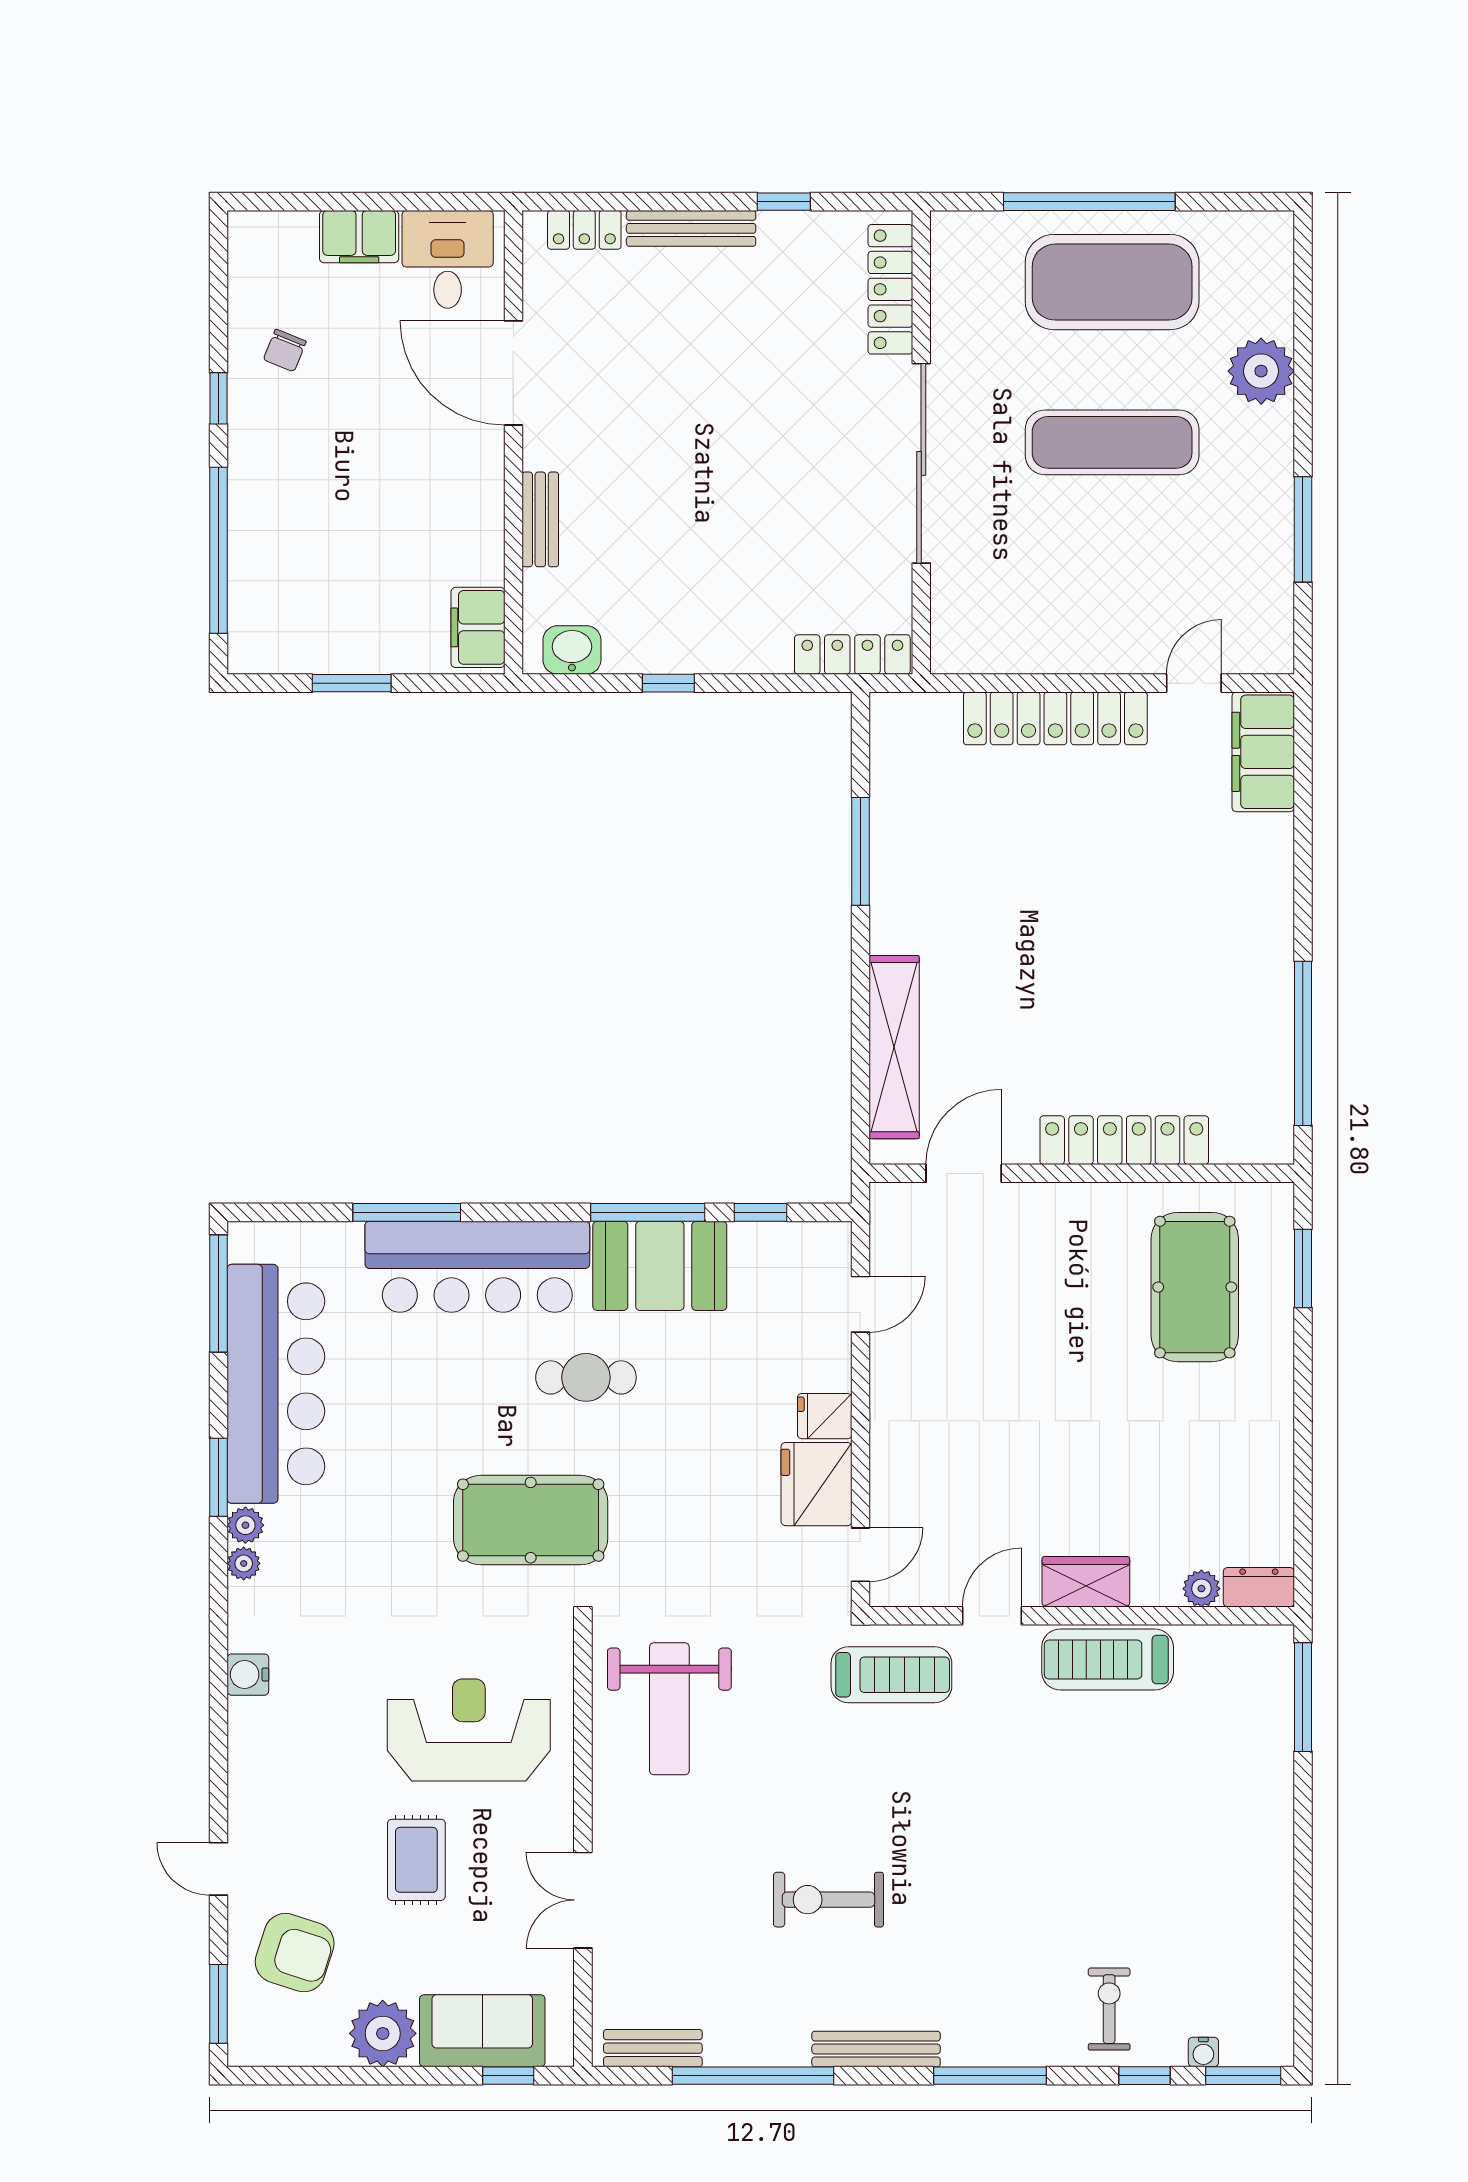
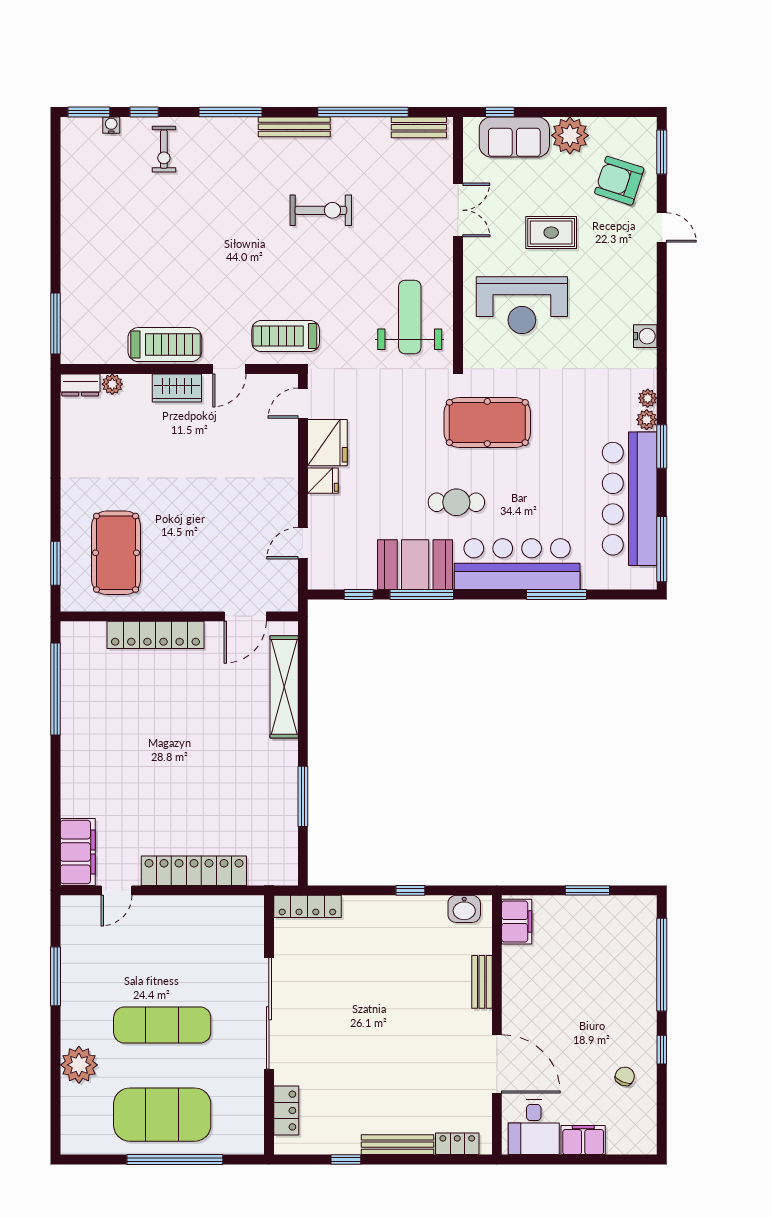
locker: (890, 289) -> (286, 1111), width x0.66
rug: (416, 1860) -> (551, 233), turned 90

